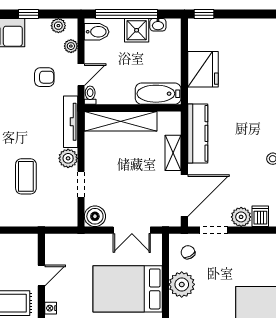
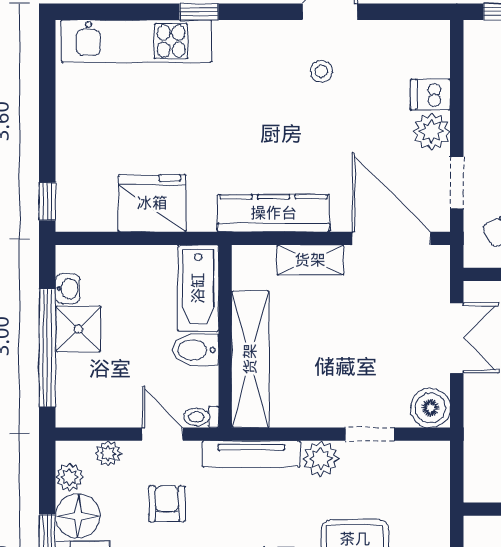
floor lamp: (38, 30) -> (78, 516), added
bidet: (97, 32) -> (196, 350), moved, turned -90

